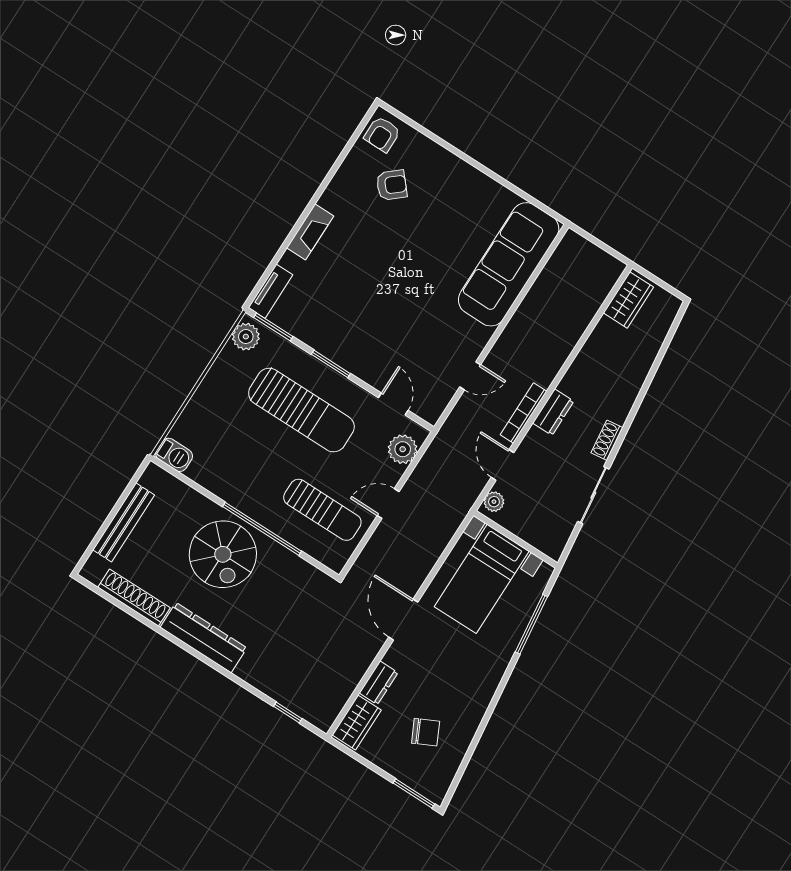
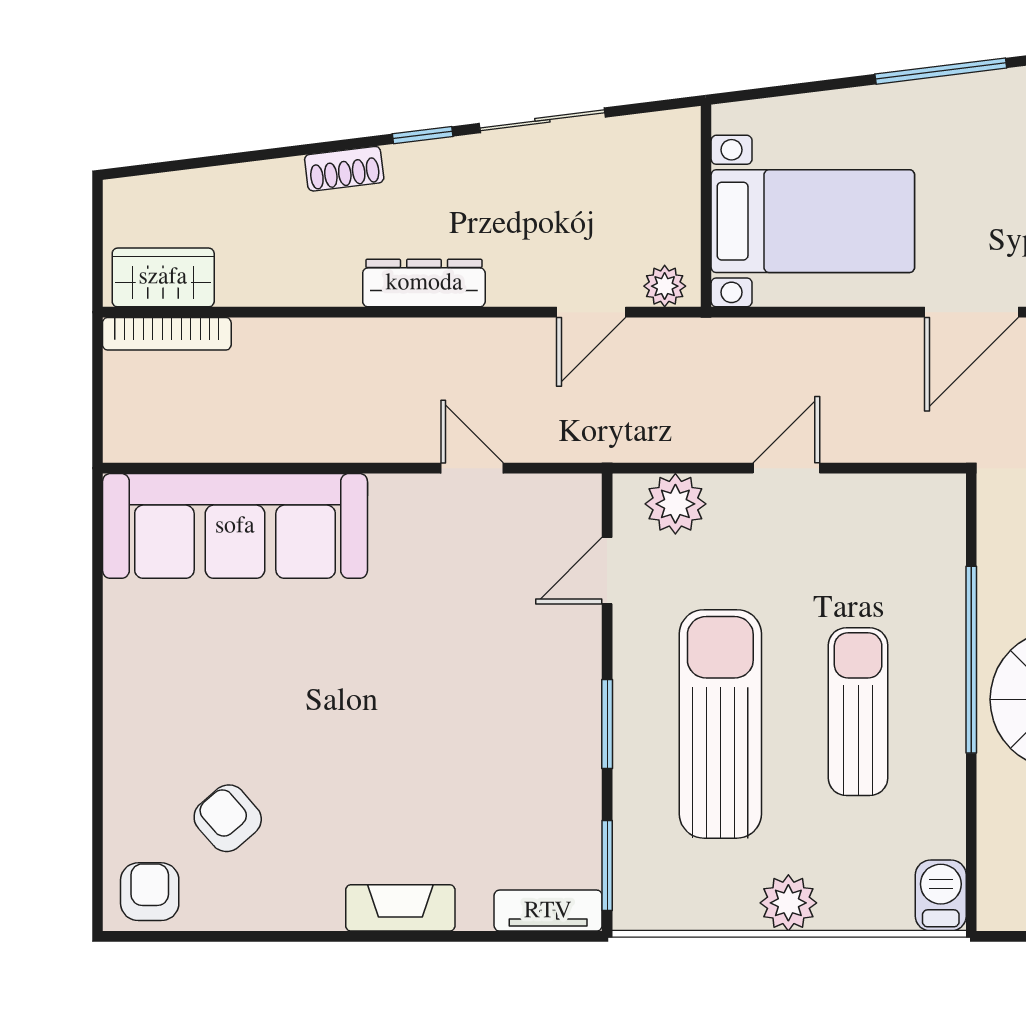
armchair: (382, 134) -> (150, 892), turned -90
plant: (246, 337) -> (788, 903), moved
dresser: (553, 412) -> (424, 283), width x1.44
bookcase: (524, 413) -> (167, 334), moved
shoe rack: (607, 440) -> (344, 169), moved
window: (619, 443) -> (423, 135), added
door: (388, 504) -> (786, 468), swing flipped
sun lounger: (322, 510) -> (858, 712), moved
window: (531, 624) -> (941, 71), moved

